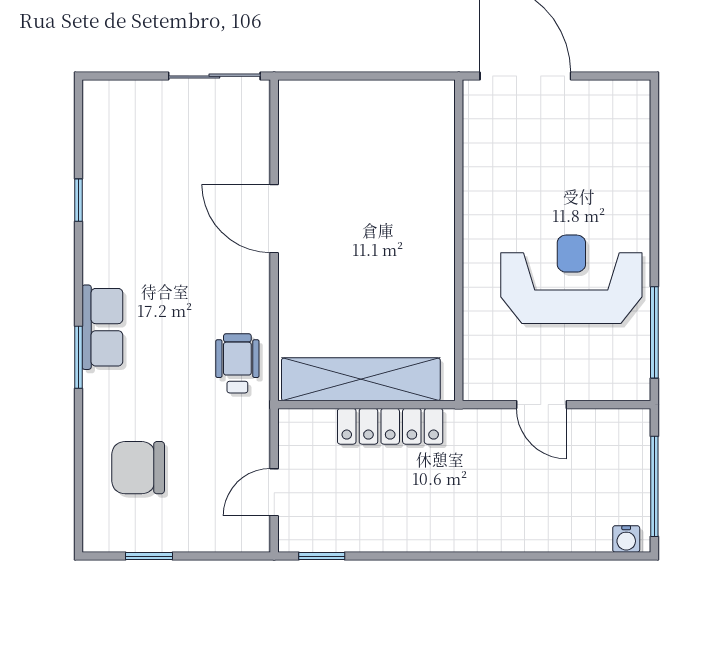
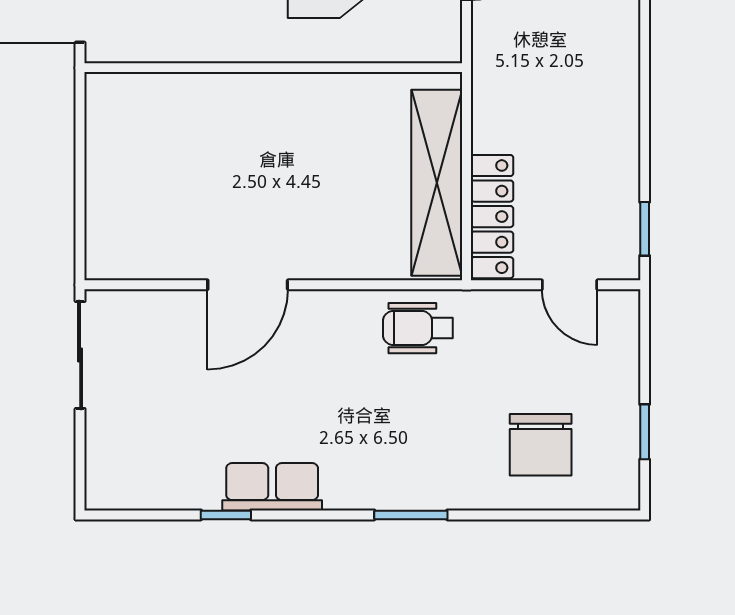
row of seats: (102, 327) -> (272, 487), moved
locker: (390, 426) -> (492, 217), moved

